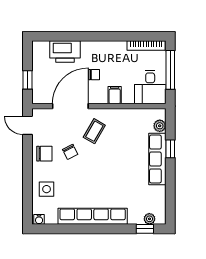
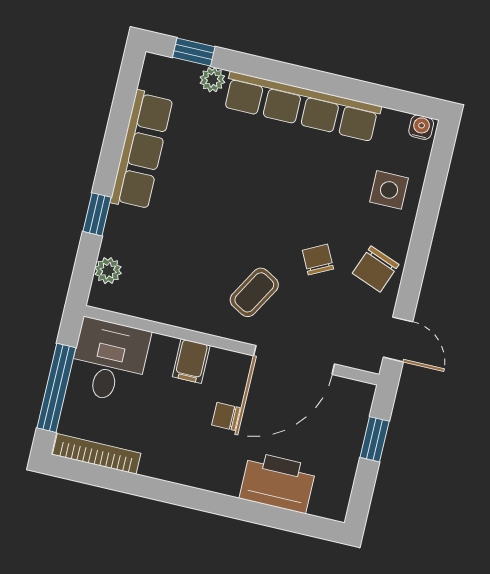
chair: (44, 154) -> (376, 269), turned -69
row of seats: (157, 159) -> (142, 150), moved
plant: (149, 219) -> (212, 80), moved

